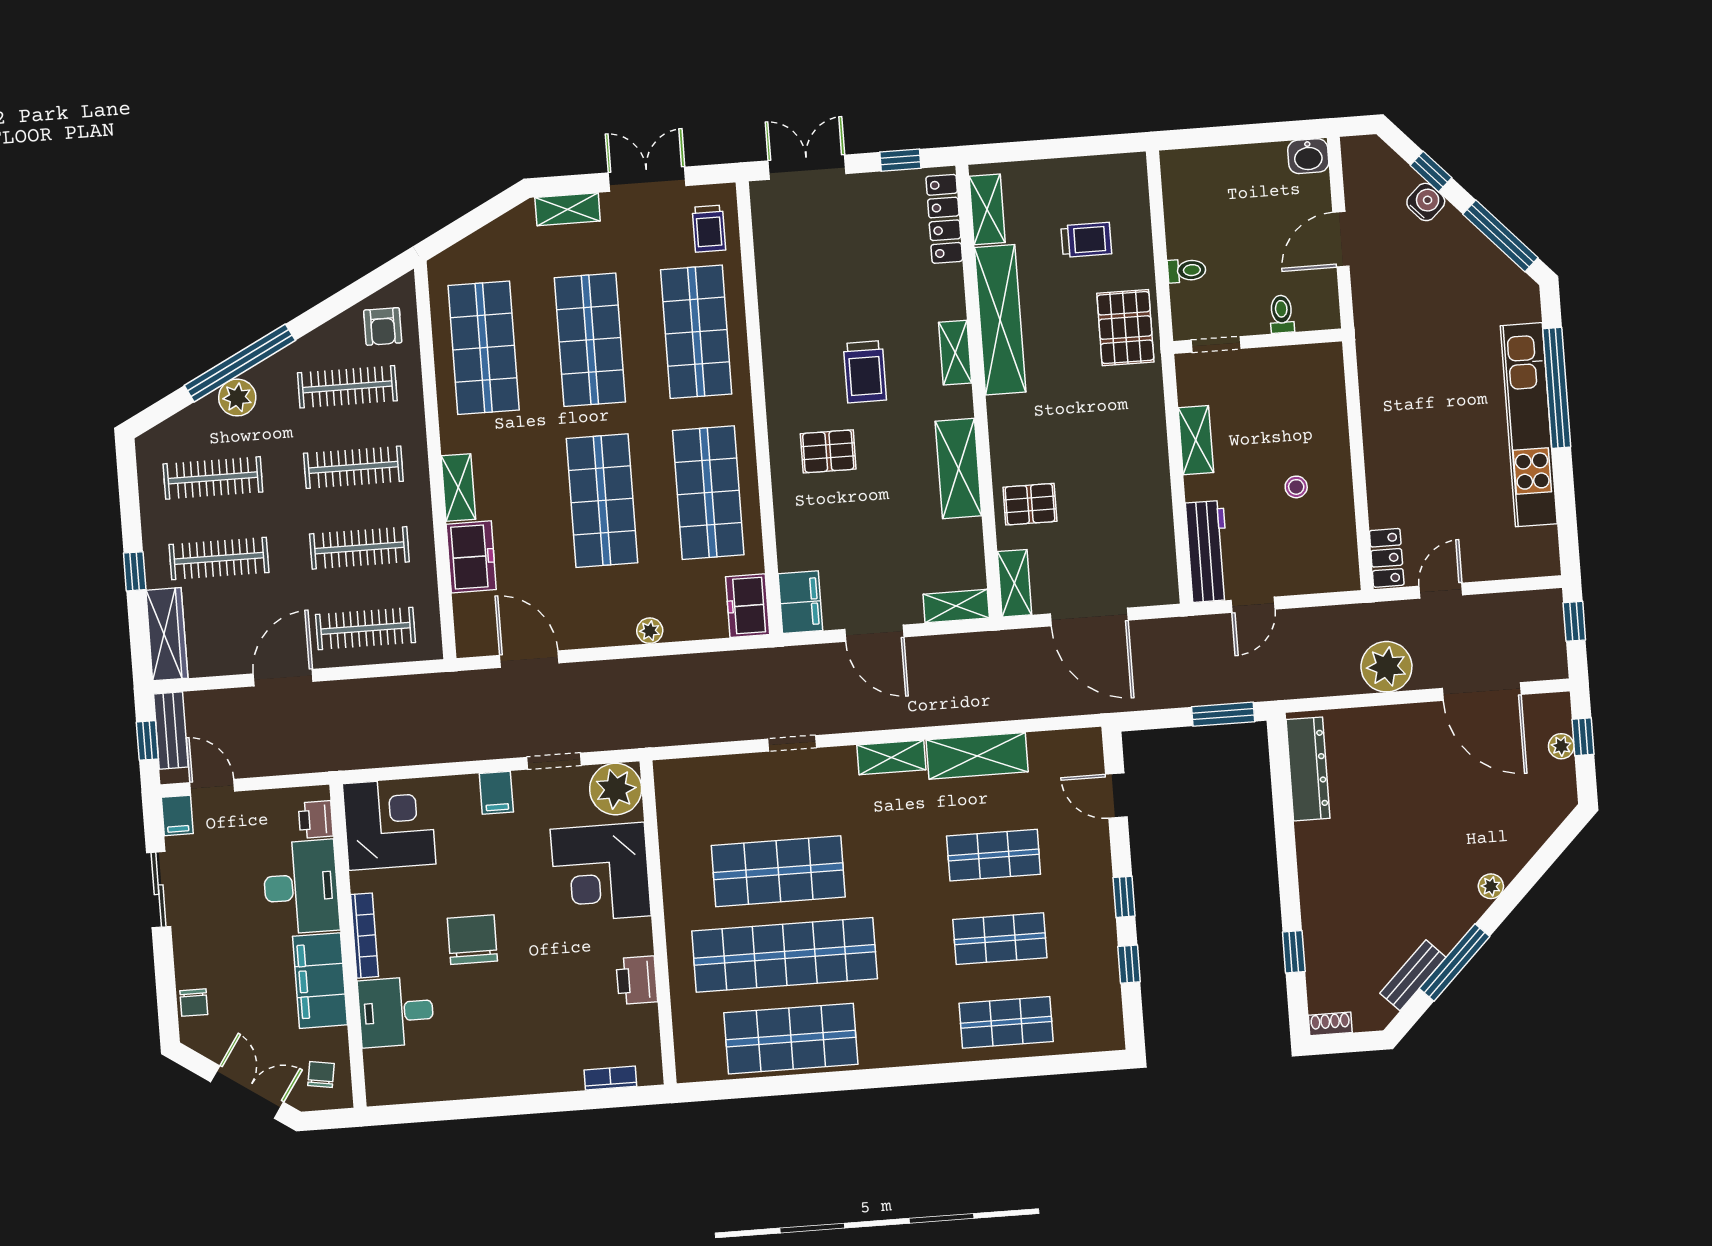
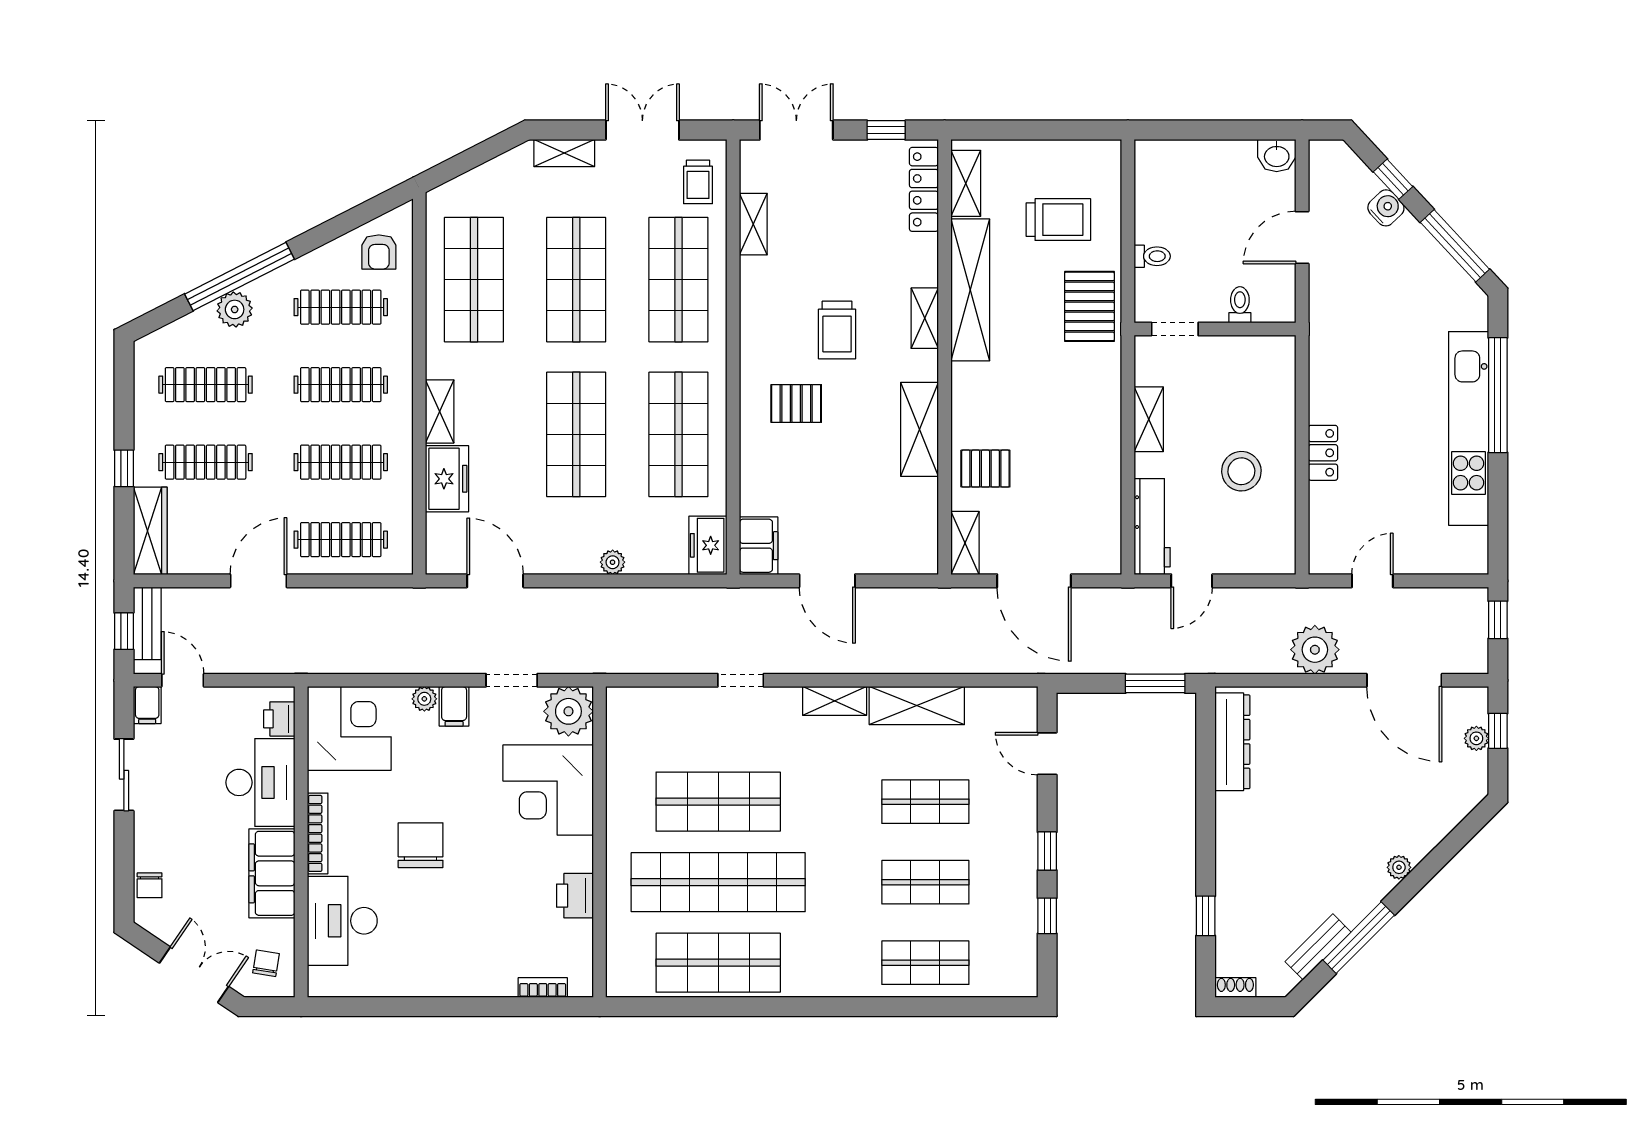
trolley: (1086, 240) -> (1058, 220), width x1.36, depth x1.39
stool: (1296, 487) -> (1241, 471), width x1.89, depth x1.89
locker: (1387, 558) -> (1323, 453), moved
shelving: (956, 606) -> (753, 224), moved, turned 90
plant: (465, 787) -> (424, 699), added
desk: (396, 1012) -> (342, 921), width x1.37

